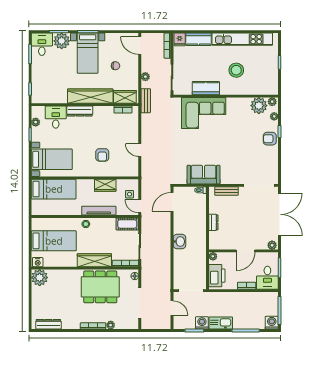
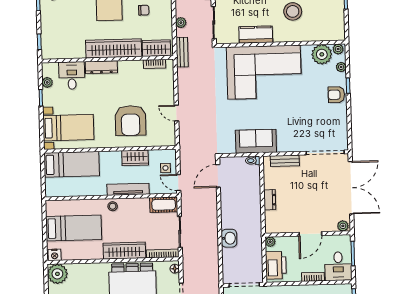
corner sofa: (204, 113) -> (264, 72), width x1.36, depth x1.36
armchair: (102, 155) -> (130, 121), width x1.88, depth x1.88
washbasin: (179, 241) -> (229, 238), moved

